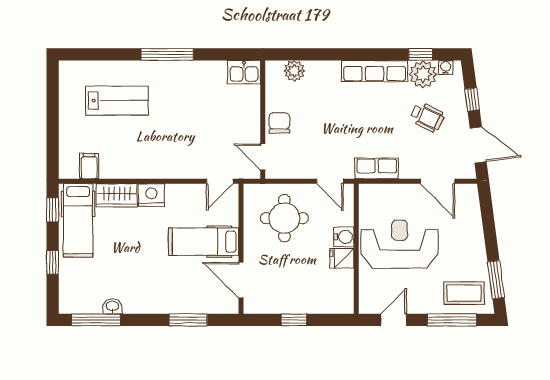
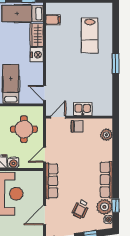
window: (167, 54) -> (116, 64), width x0.69
kitchen sink: (244, 72) -> (83, 109), moved, turned 90
row of seats: (377, 168) -> (52, 181), width x1.48

